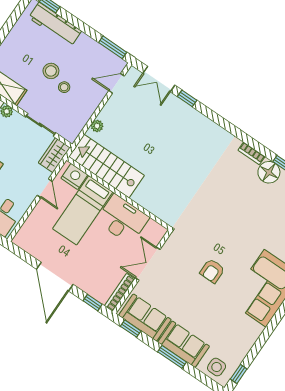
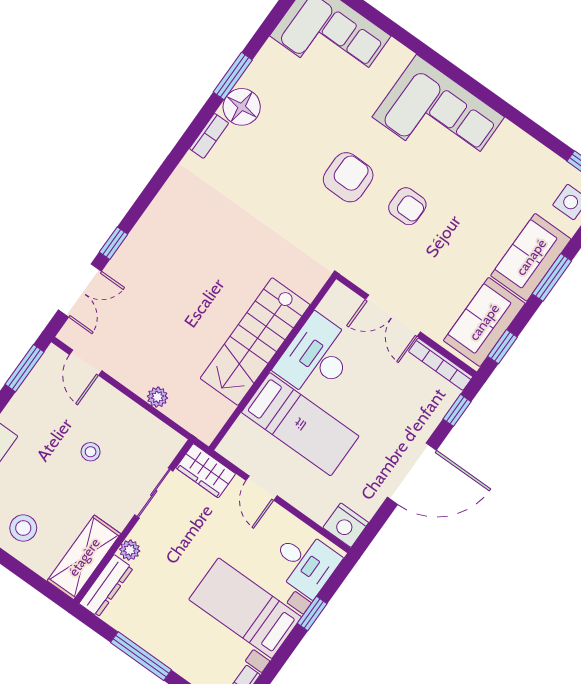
stool: (51, 71) -> (23, 528), moved
stairs: (106, 166) -> (255, 342), moved
nightstand: (74, 176) -> (346, 525), moved, turned -90
door: (45, 188) -> (262, 488), swing flipped
armchair: (229, 236) -> (348, 177), added

